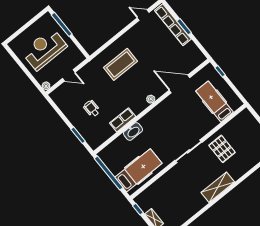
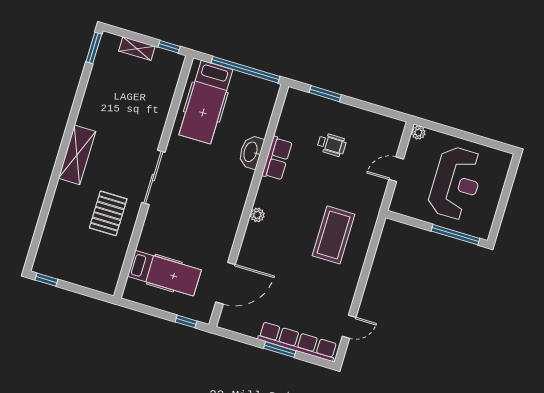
door: (180, 84) -> (225, 283), moved
pallet: (222, 149) -> (108, 213), turned 90

